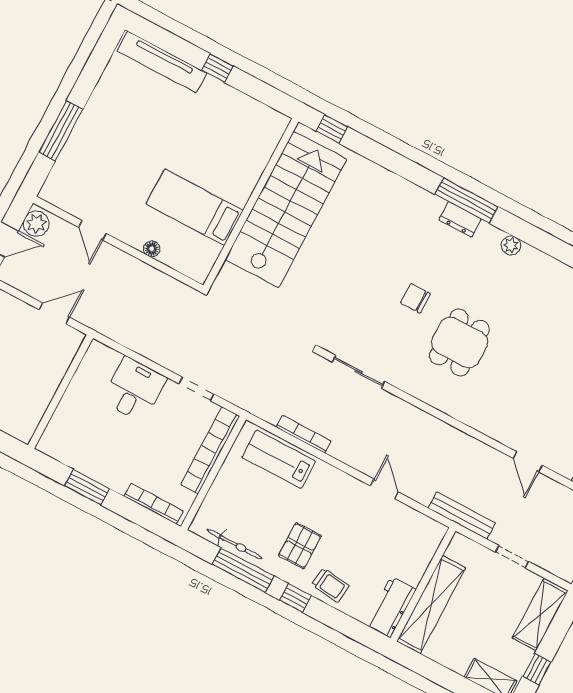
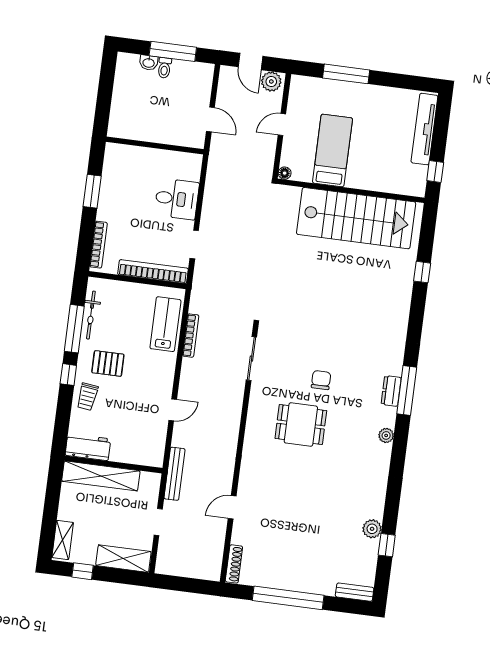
wall: (251, 203) -> (351, 191), moved
bed: (195, 207) -> (333, 150), moved
stairs: (286, 209) -> (356, 218), moved

